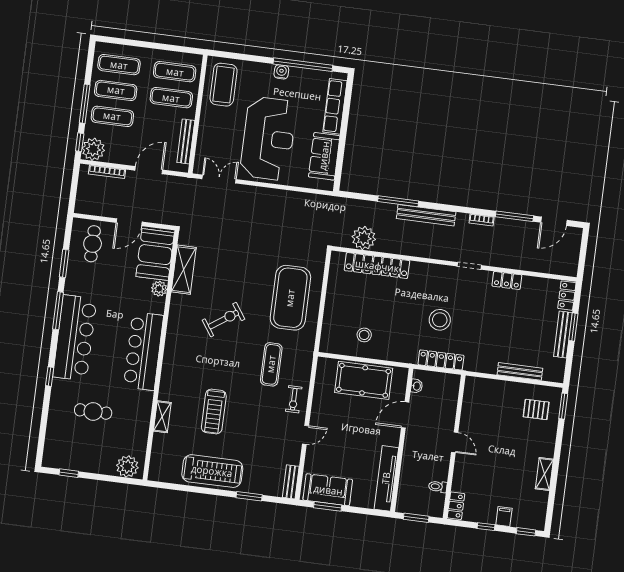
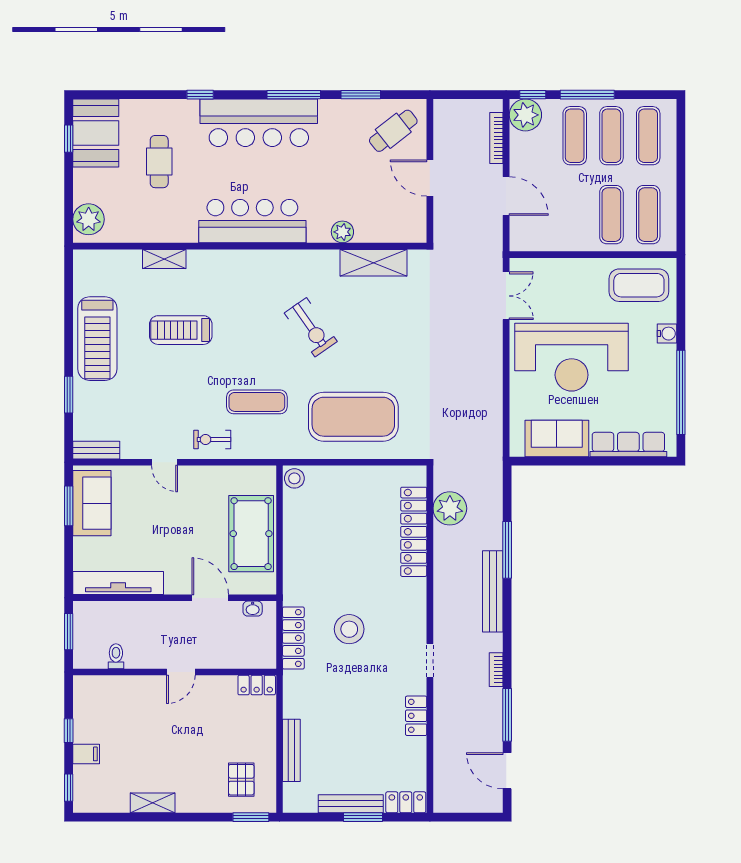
water cooler: (281, 72) -> (667, 334), moved
bench: (186, 141) -> (553, 243), removed
cafe table: (93, 244) -> (393, 131), turned -38
booth: (155, 255) -> (96, 133), moved, turned 90
stool: (364, 335) -> (294, 478), moved
locker: (456, 506) -> (257, 685), moved

